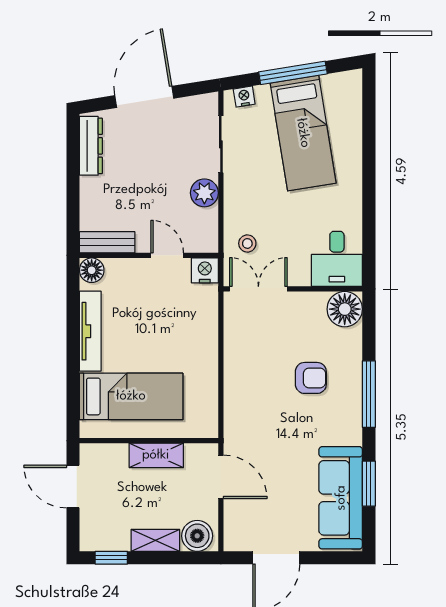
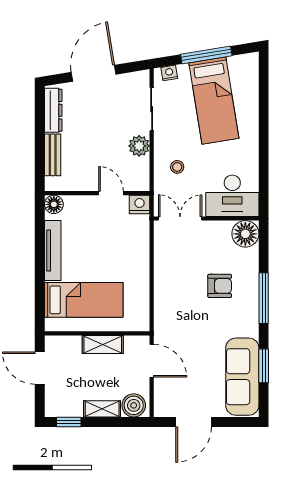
bench: (107, 242) -> (53, 155), moved, turned 90
stool: (247, 243) -> (177, 167), moved
desk: (337, 259) -> (232, 196), width x1.37

